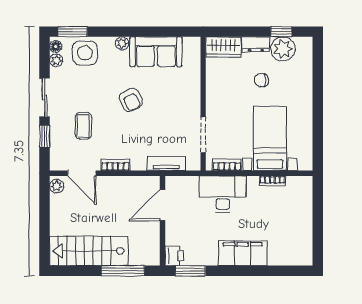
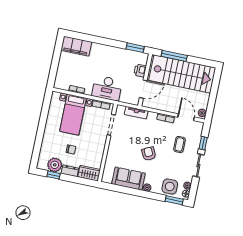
stairs: (89, 251) -> (182, 74), width x1.36, depth x1.51
filing cabinet: (243, 253) -> (76, 46), moved
printer: (174, 256) -> (140, 71), moved

